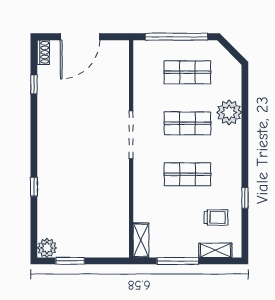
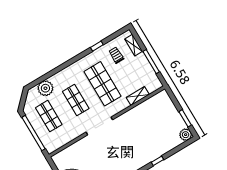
plant: (229, 112) -> (45, 88), moved
shop shelf: (187, 174) -> (103, 84), width x1.43, depth x1.36
shelving: (141, 240) -> (138, 96), moved

